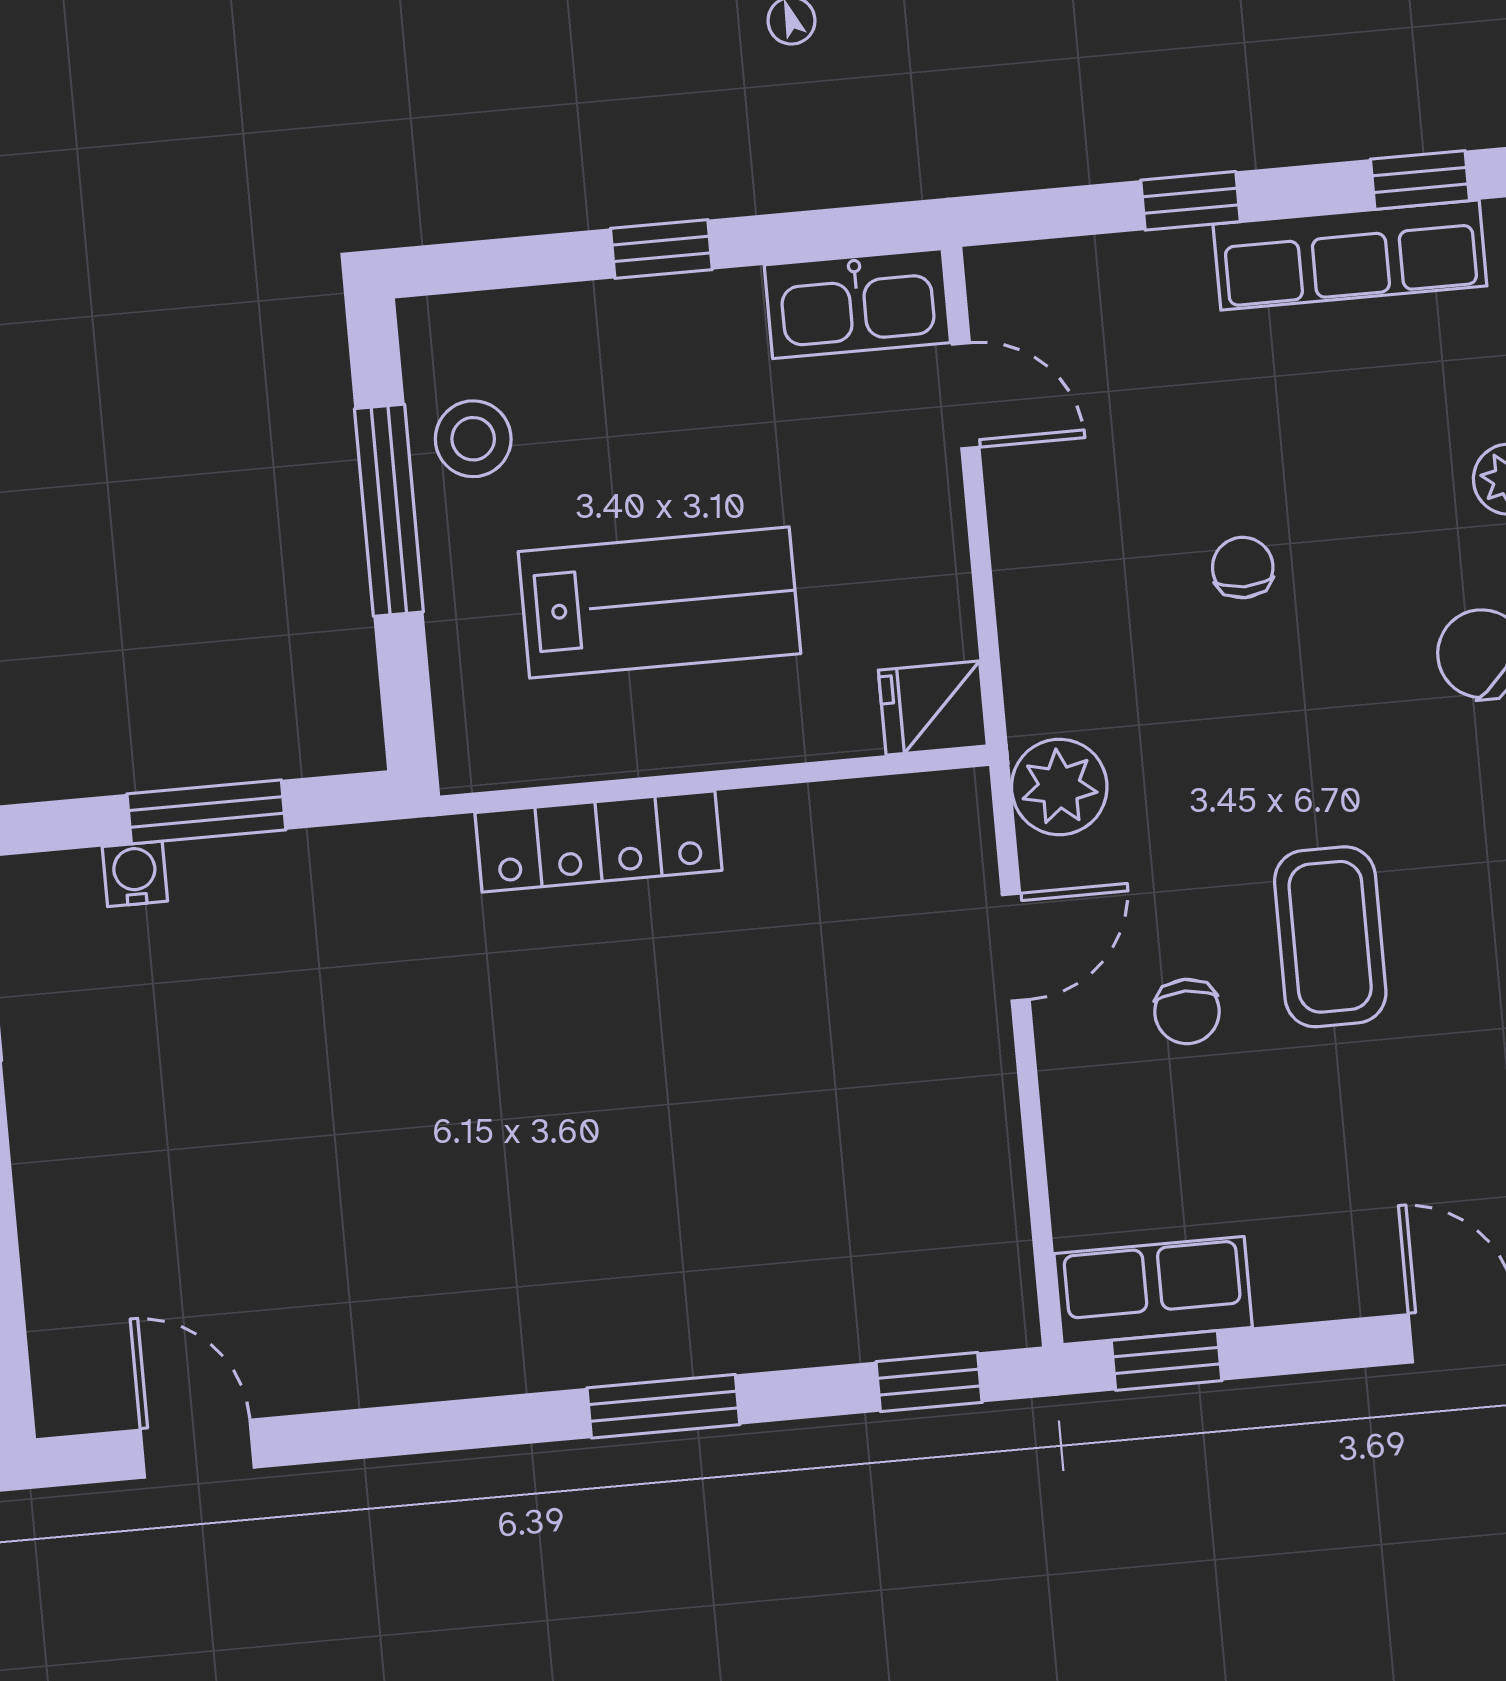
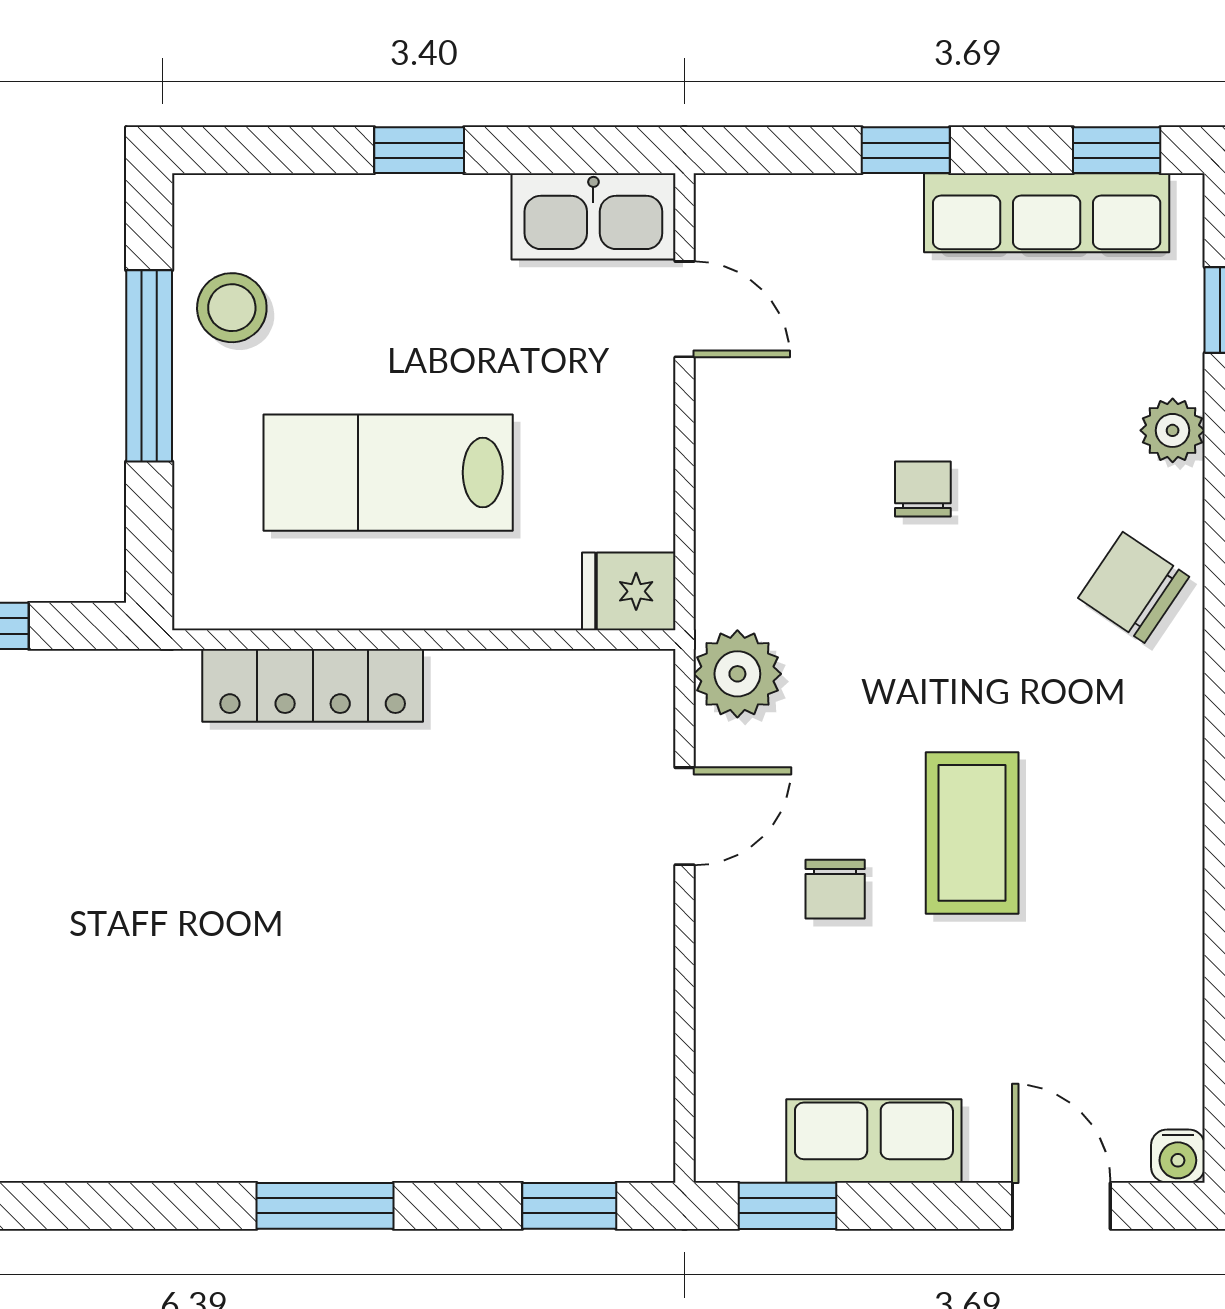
lab bench: (659, 603) -> (388, 473), turned 180
row of seats: (1153, 1291) -> (874, 1141), moved

